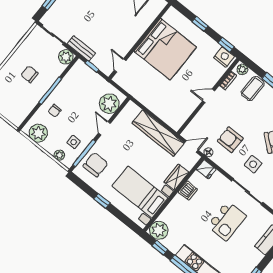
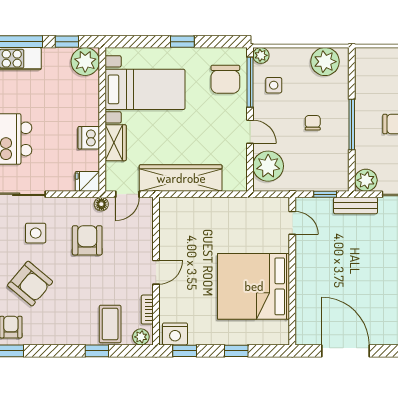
chair: (55, 111) -> (313, 123), moved
armchair: (230, 140) -> (87, 240), turned -90
plant: (59, 155) -> (261, 55), moved

